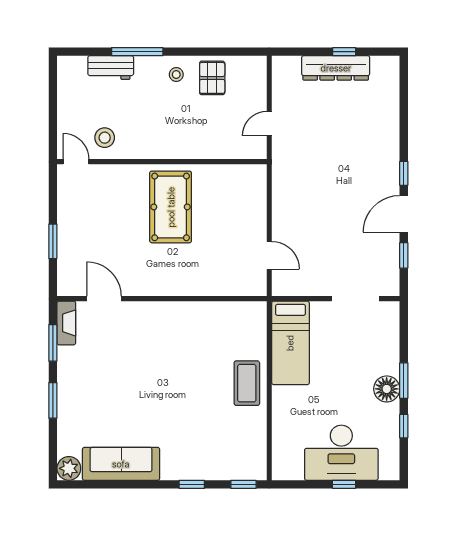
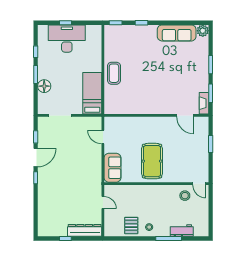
dresser: (336, 68) -> (85, 230), moved
door: (269, 124) -> (103, 203), hinge flipped
sofa: (250, 194) -> (112, 168), added
floor lamp: (387, 389) -> (44, 86), moved

